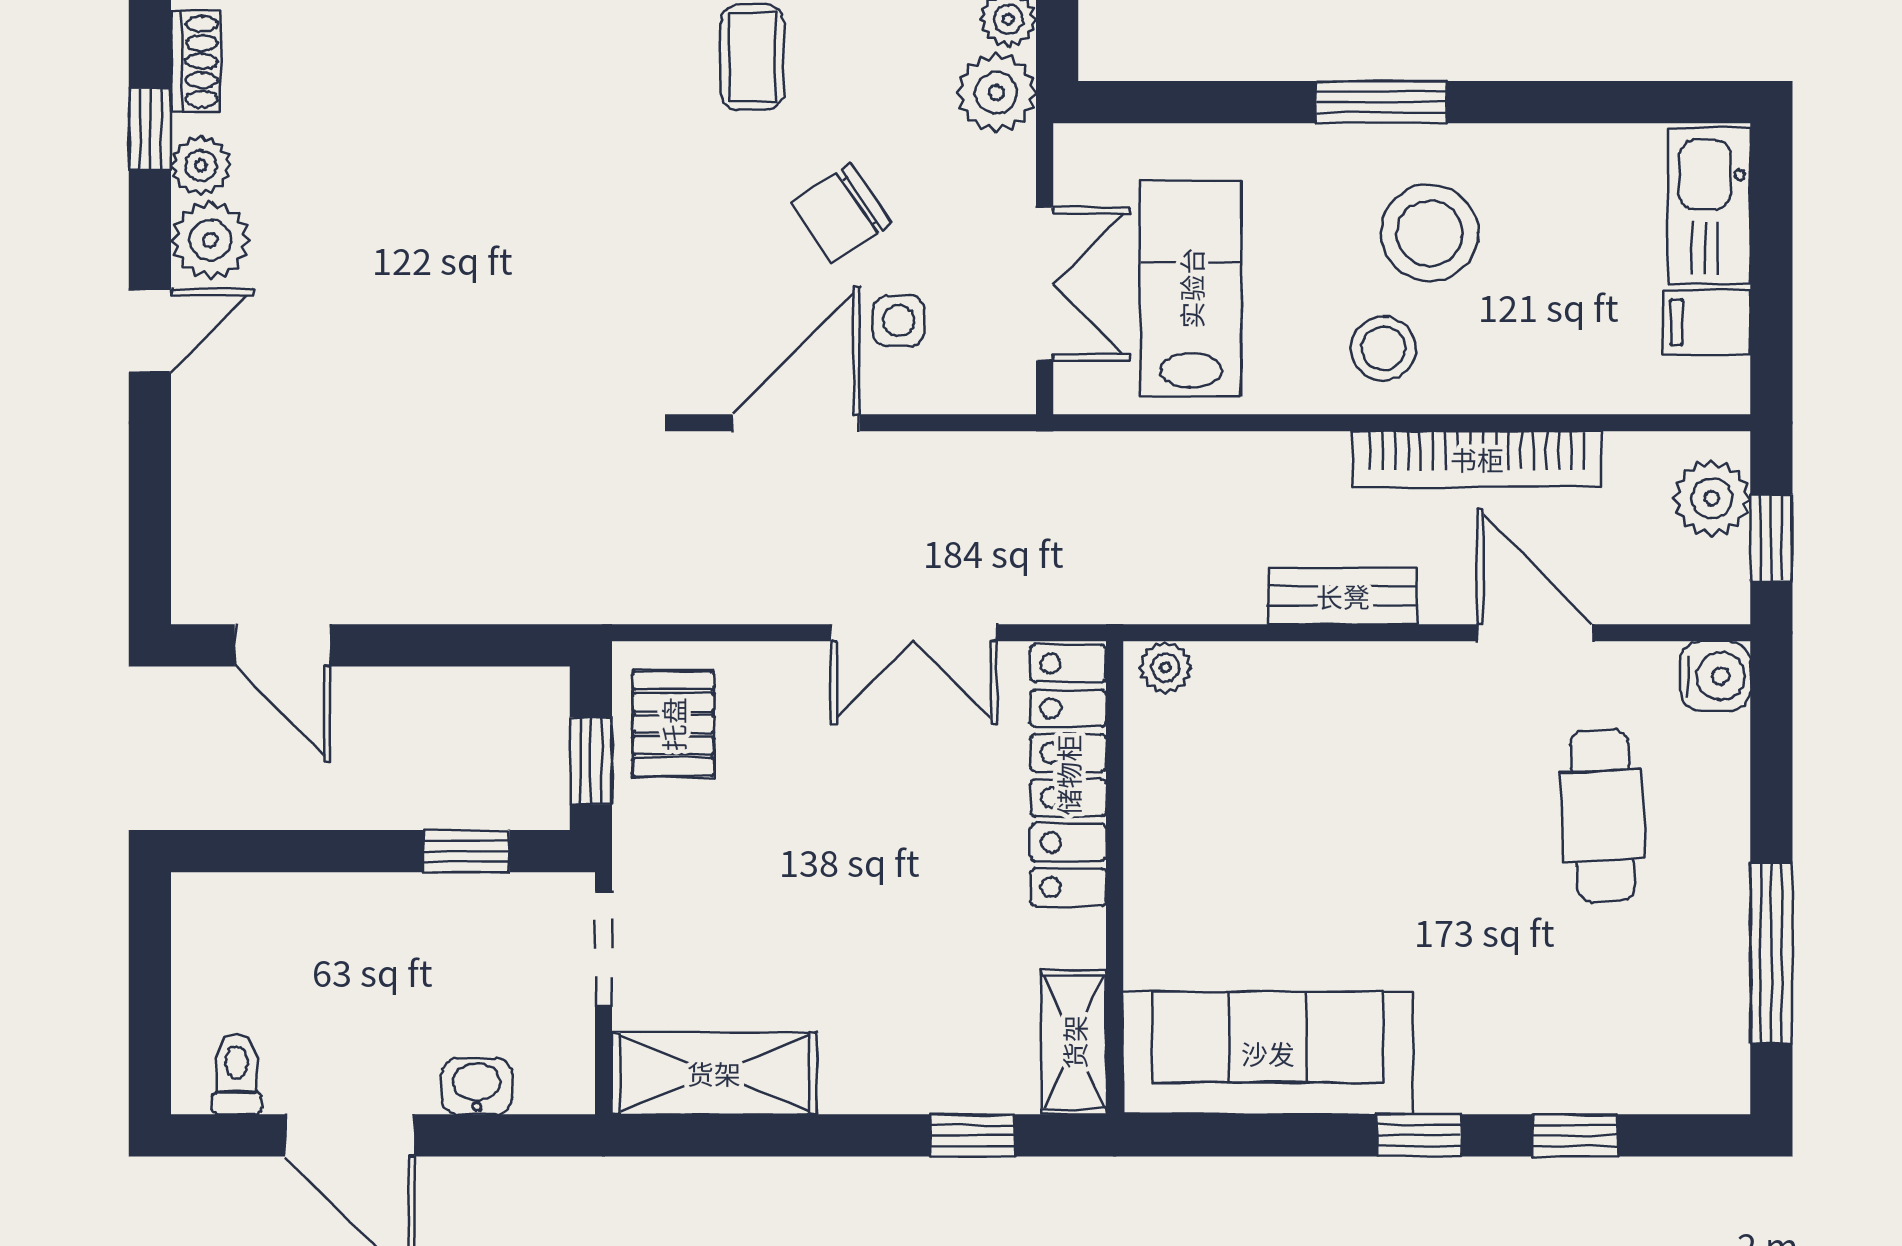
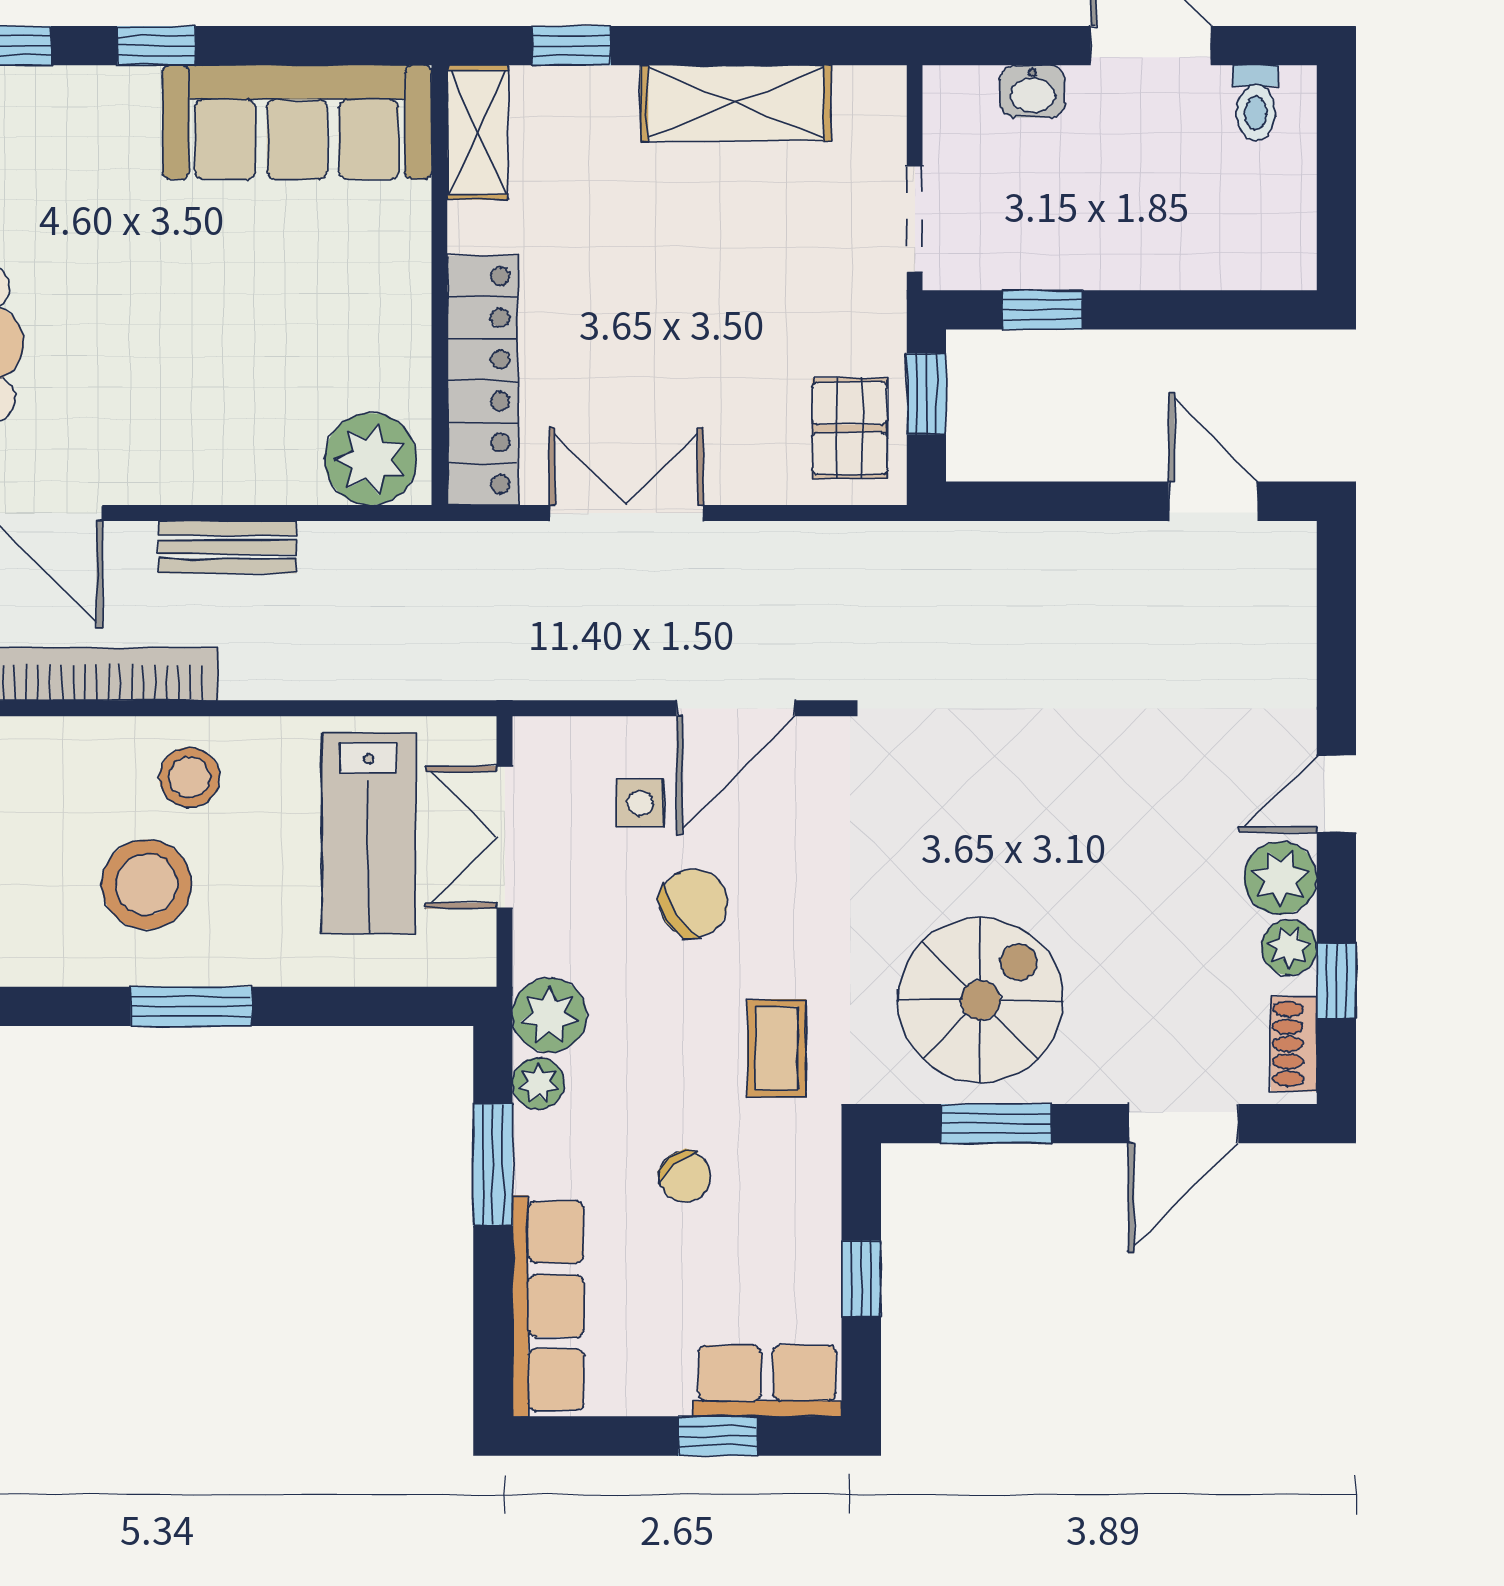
spiral stairs: (533, 109) -> (980, 1000), added
plant: (1165, 668) -> (371, 459), width x1.88, depth x1.88
shelving: (714, 1073) -> (736, 103), moved

